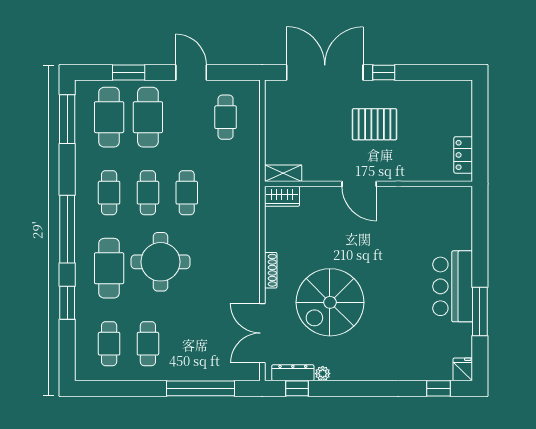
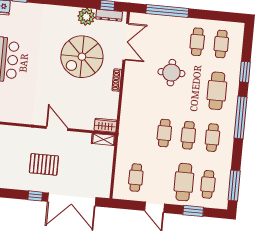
cafe table: (109, 117) -> (208, 184), width x0.73, depth x0.74
round table: (160, 262) -> (171, 73), moved, width x0.73, depth x0.73
spiral stairs: (330, 302) -> (82, 57), turned 180
plant: (323, 374) -> (86, 17), width x1.88, depth x1.88

